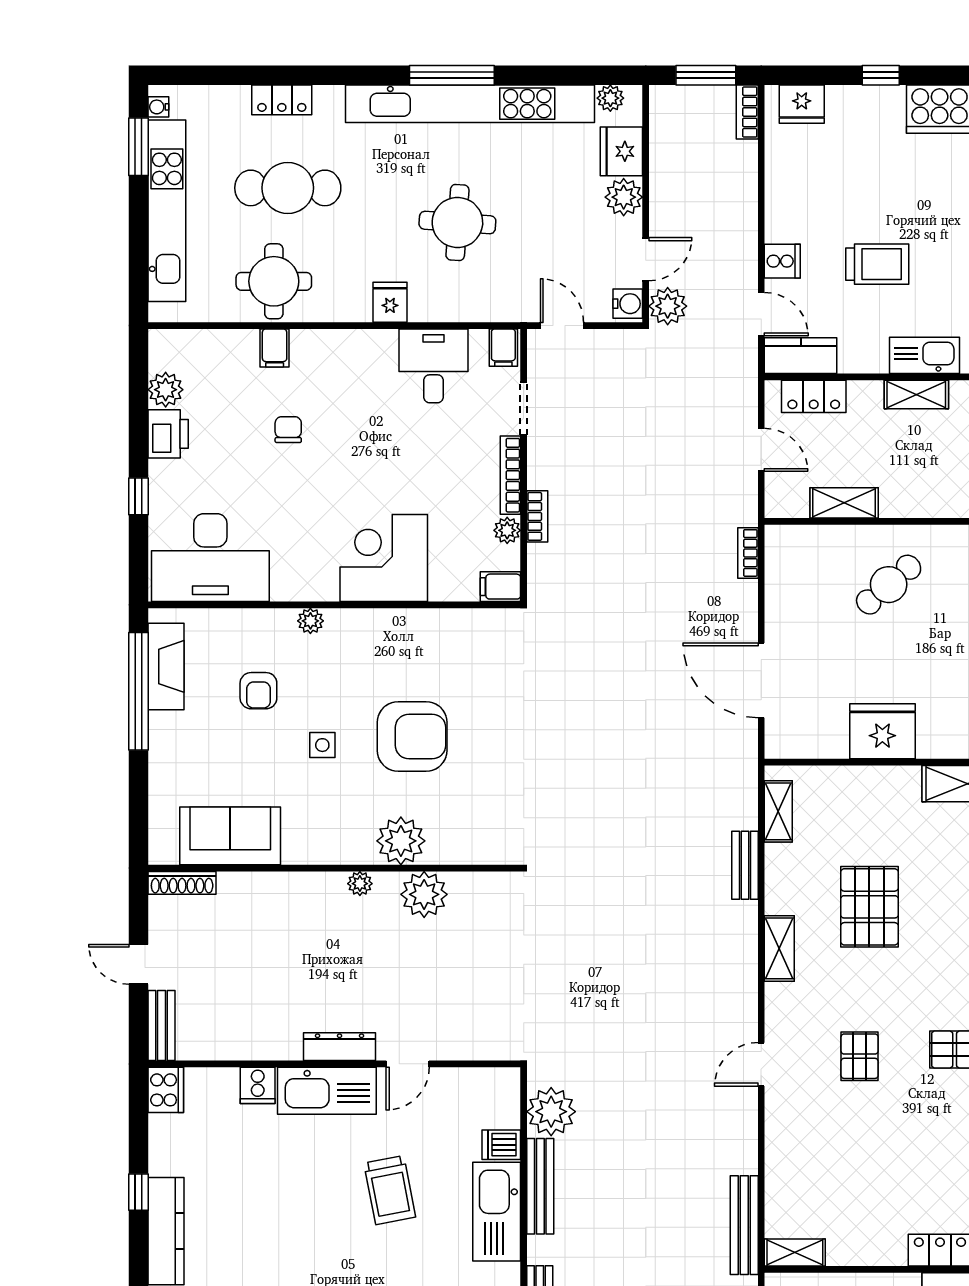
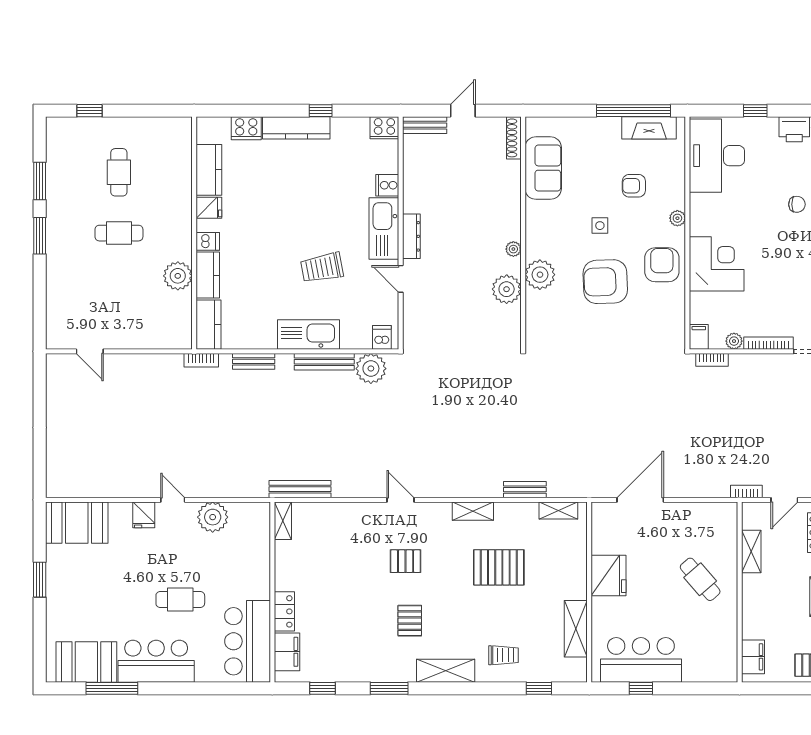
bookcase: (537, 516) -> (712, 360), moved
bookcase: (748, 553) -> (746, 491), moved
armchair: (385, 646) -> (662, 265), added
armchair: (412, 736) -> (605, 282), turned 88
dishwasher: (501, 1145) -> (382, 337), moved

